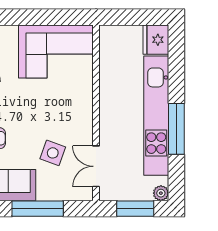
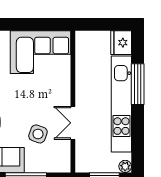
window: (176, 129) -> (138, 84), moved
double door: (96, 166) -> (73, 123), moved

